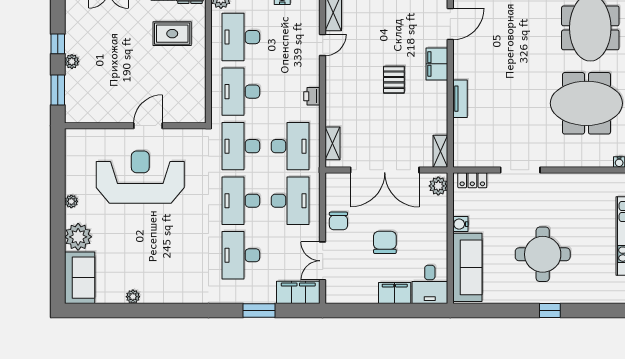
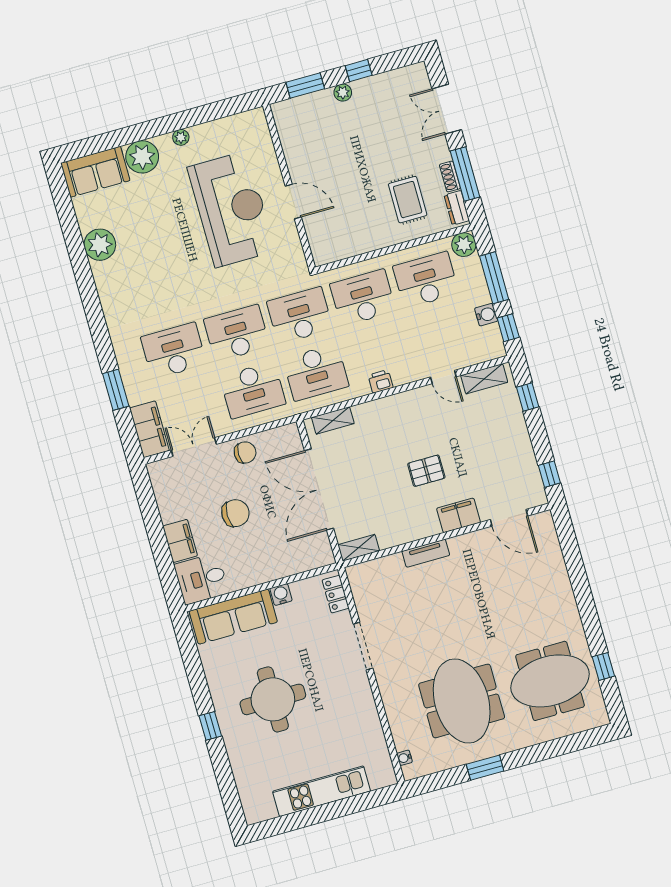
plant: (438, 186) -> (318, 557), removed
chair: (338, 221) -> (245, 452), turned 180
plant: (133, 297) -> (100, 245), width x1.87, depth x1.87

